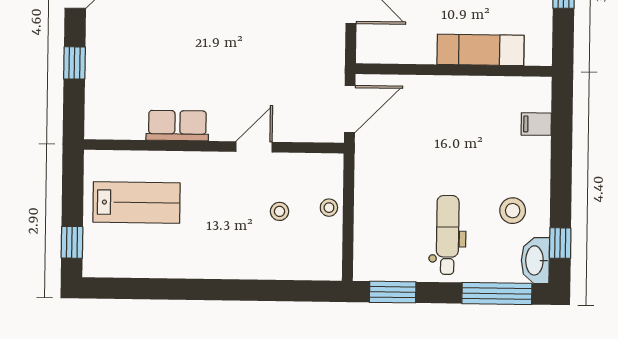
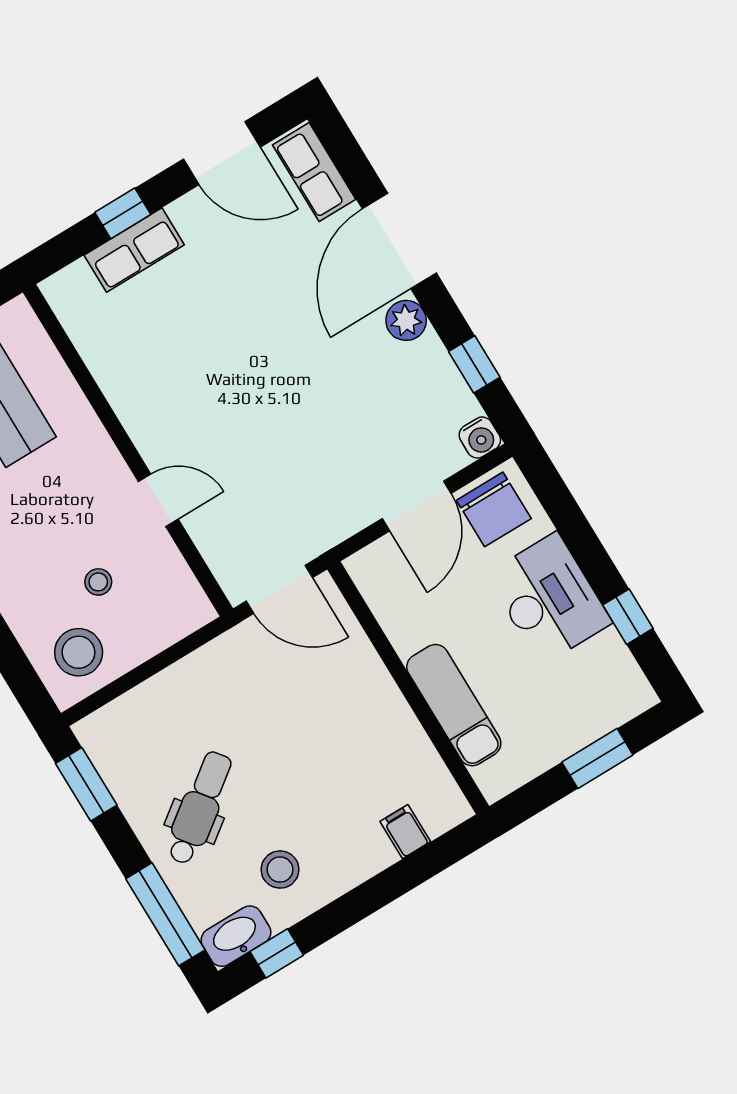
row of seats: (177, 126) -> (134, 250), moved, turned 90
stool: (329, 208) -> (79, 652), moved, width x1.89, depth x1.89
dental chair: (448, 235) -> (199, 808), turned -37

